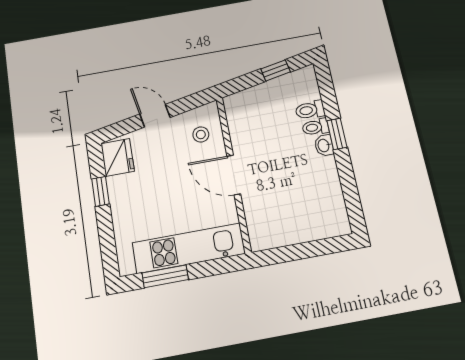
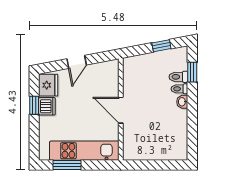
door: (155, 116) -> (77, 62), swing flipped
stool: (201, 134) -> (104, 80), removed
window: (337, 134) -> (192, 72), moved
dishwasher: (120, 189) -> (47, 106), added

